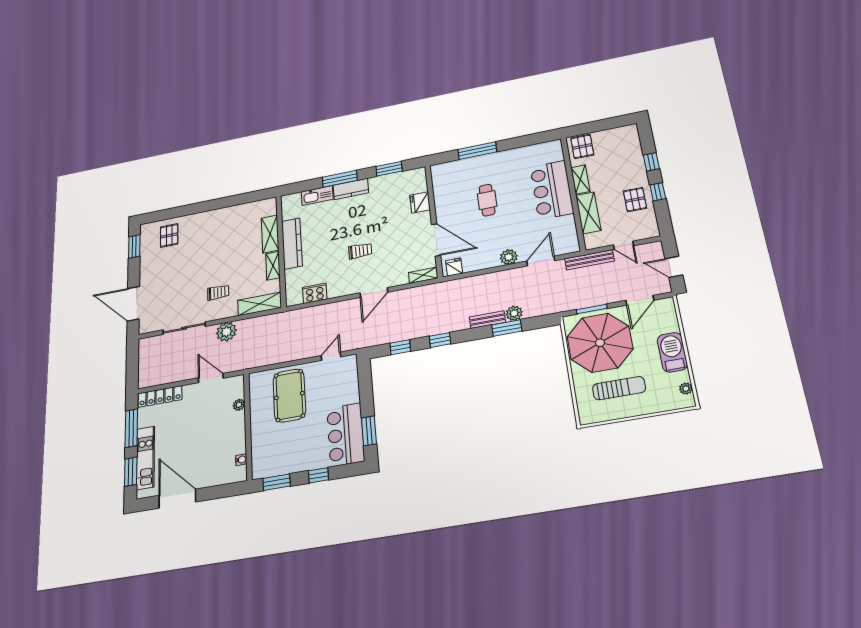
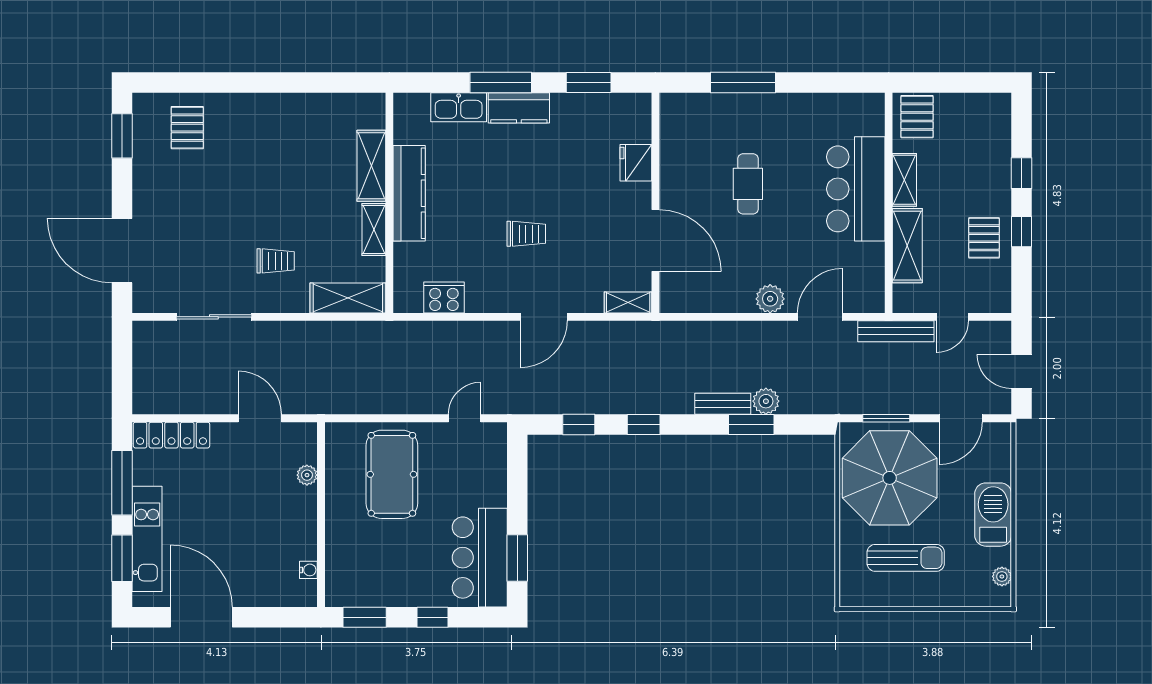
door: (624, 245) -> (952, 317), hinge flipped
fridge: (454, 267) -> (680, 298), removed
plant: (226, 332) -> (289, 339), removed

